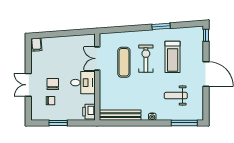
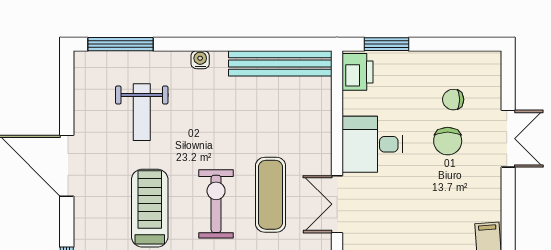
double door: (97, 59) -> (337, 204), swing flipped
exercise bike: (146, 59) -> (216, 204), turned 180
weight bench: (176, 96) -> (142, 112), turned 90
window: (58, 123) -> (387, 44), moved

